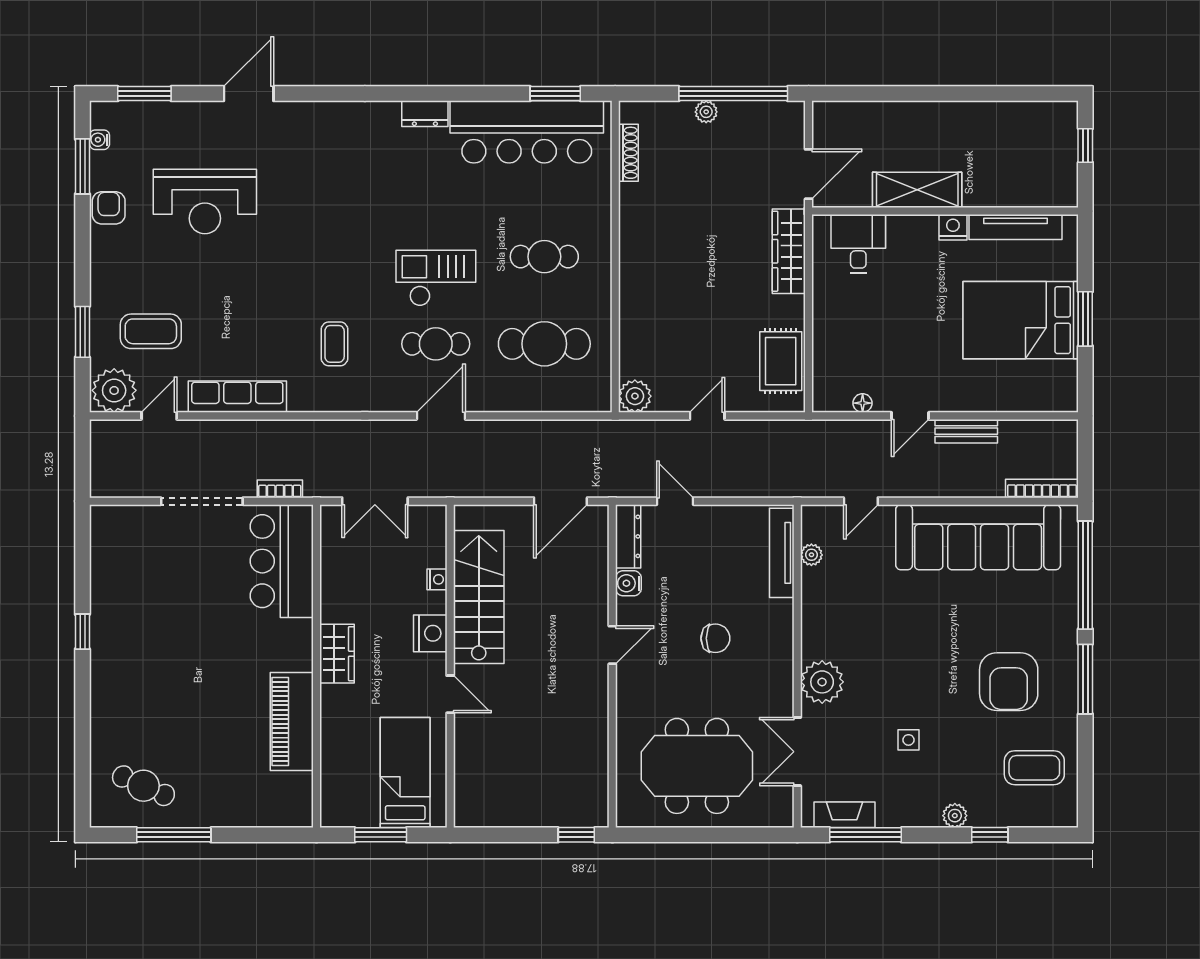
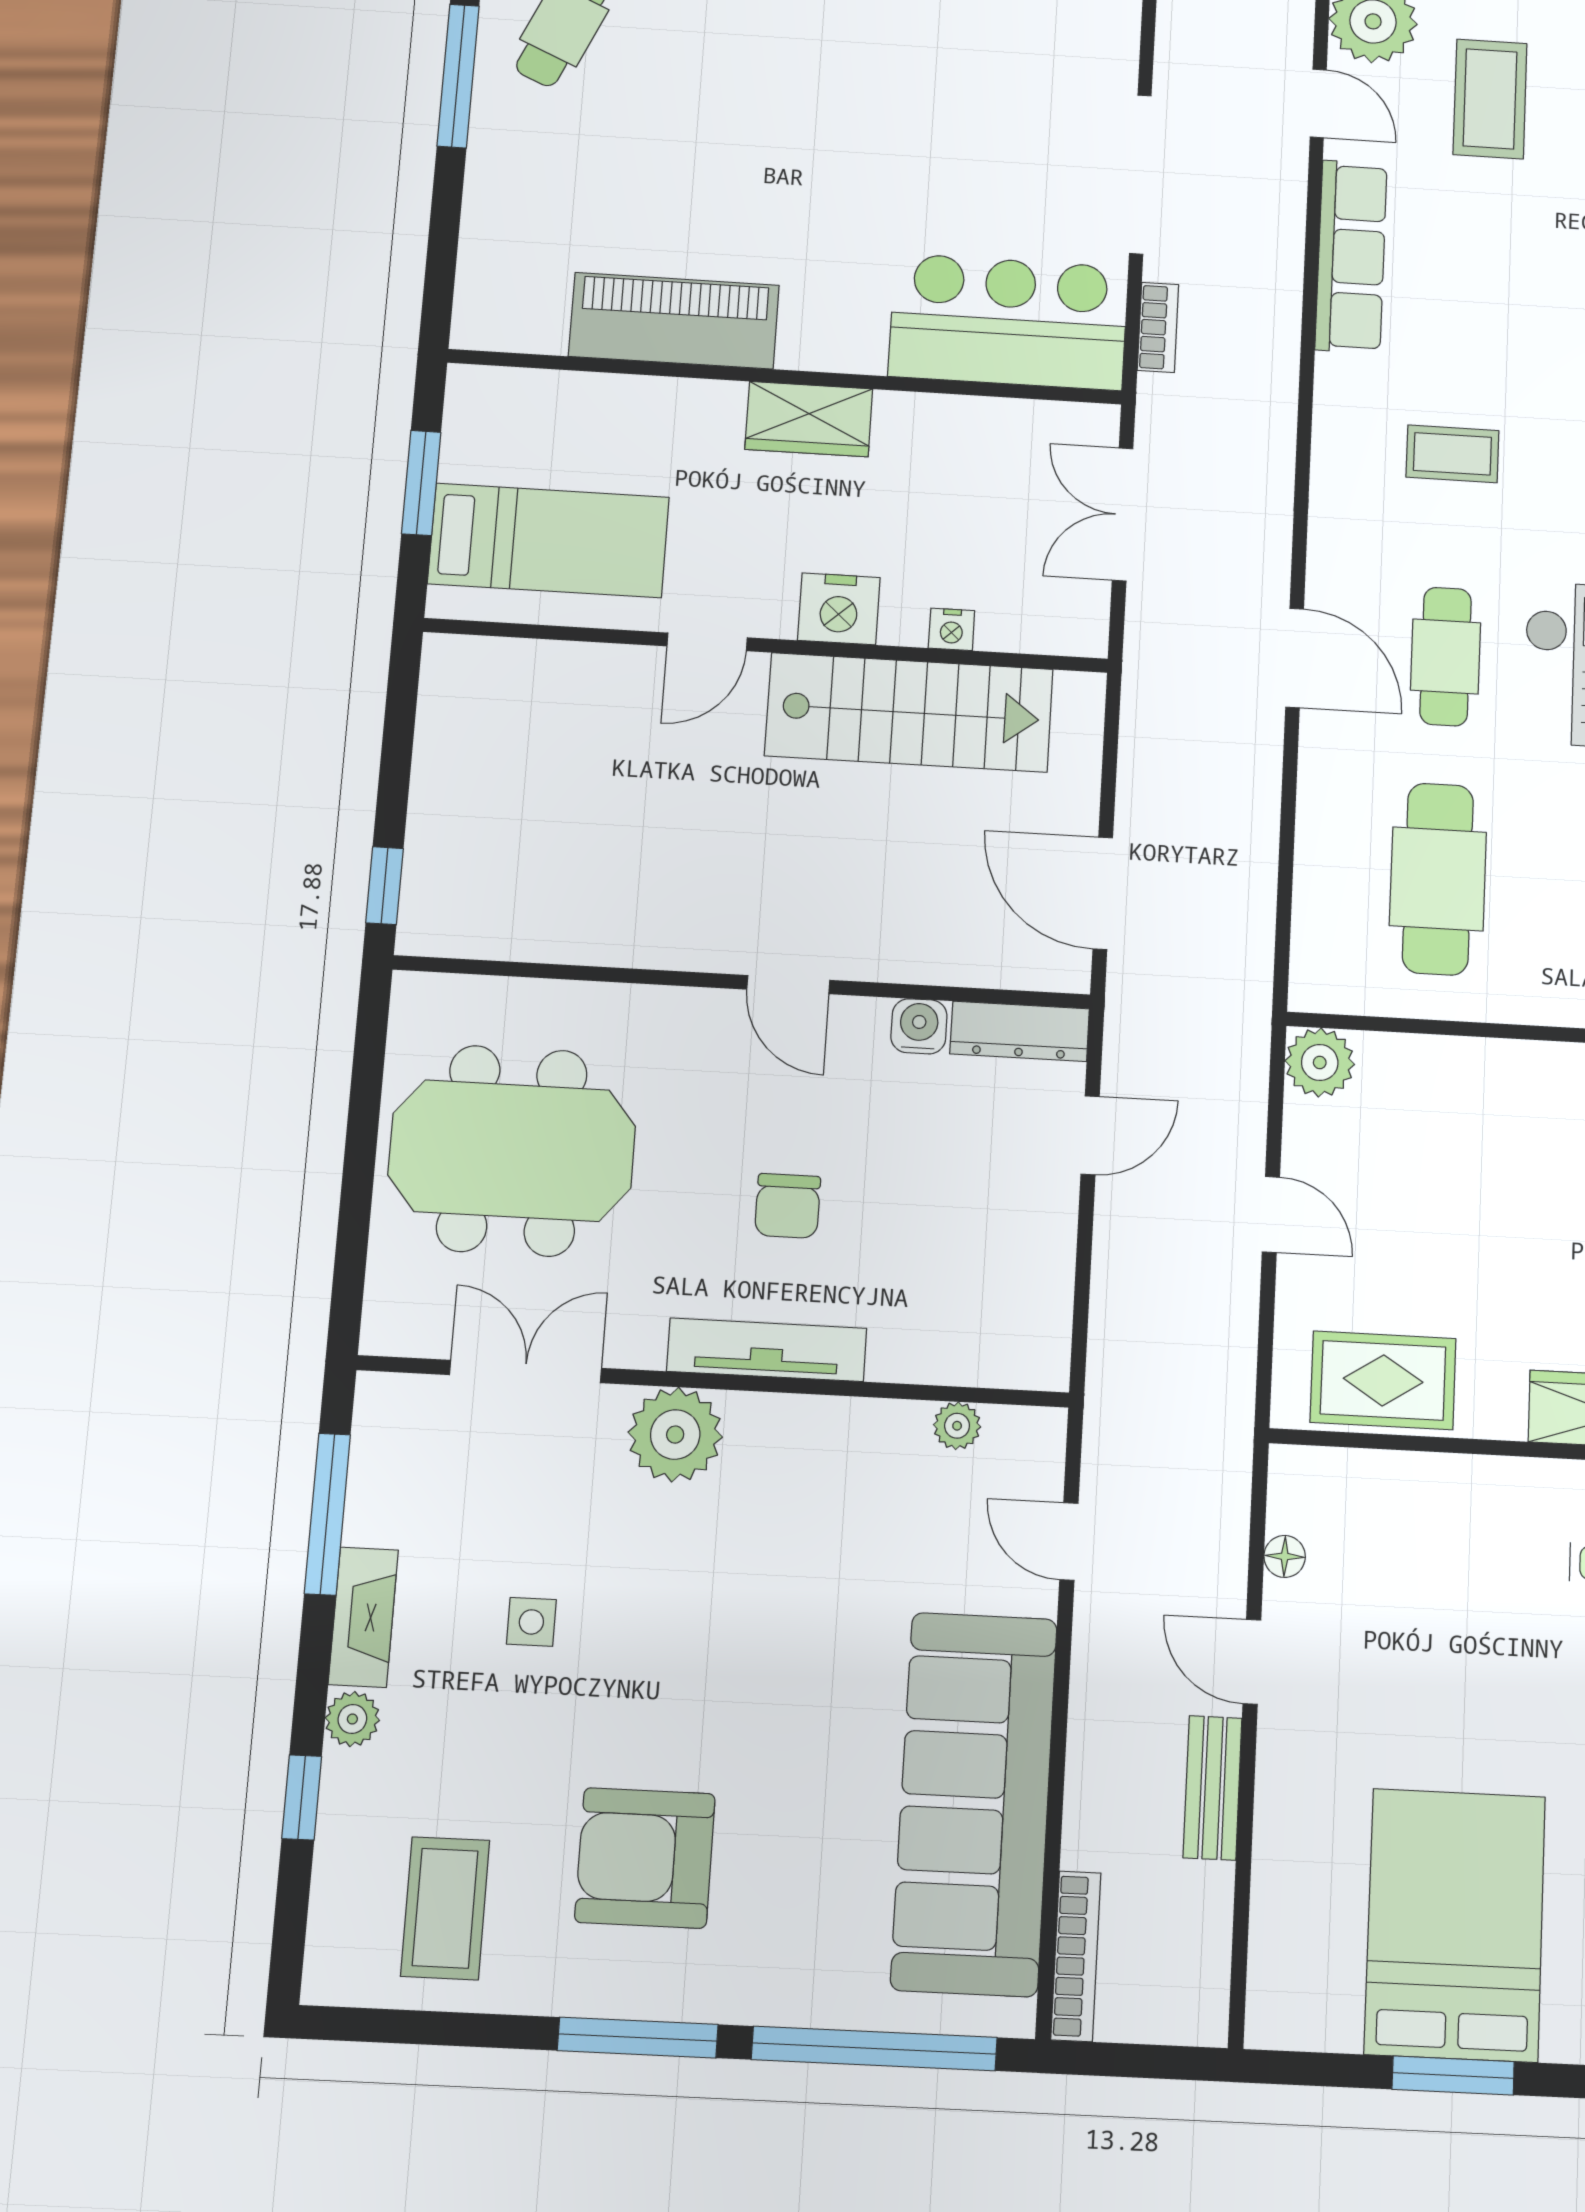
tv unit: (782, 553) -> (767, 1350), moved
meeting table: (697, 766) -> (512, 1151), turned 90
fireplace: (845, 815) -> (363, 1617), moved

